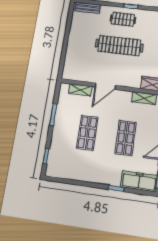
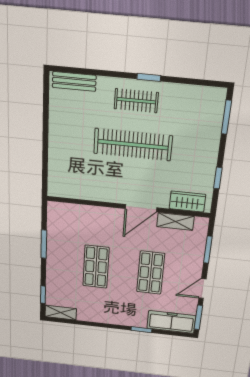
door: (105, 86) -> (141, 208), moved
shelving: (80, 90) -> (61, 313), moved

